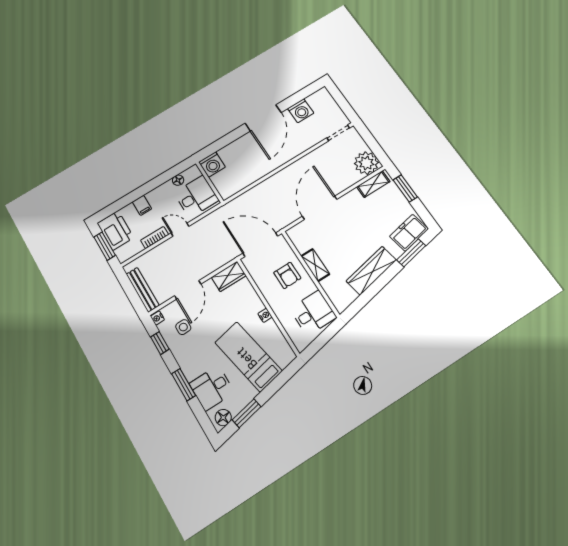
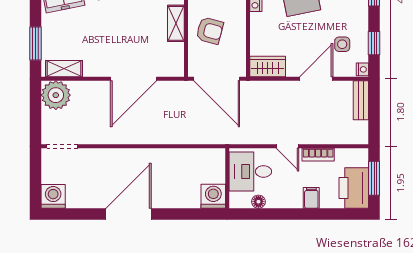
washing machine: (301, 111) -> (53, 196), moved
armchair: (287, 275) -> (210, 31), turned 105
bench: (143, 290) -> (361, 100), width x0.73

